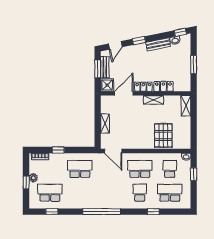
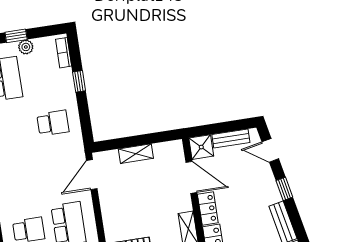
window: (98, 69) -> (226, 127), removed
school desk: (80, 169) -> (53, 123), width x0.54

